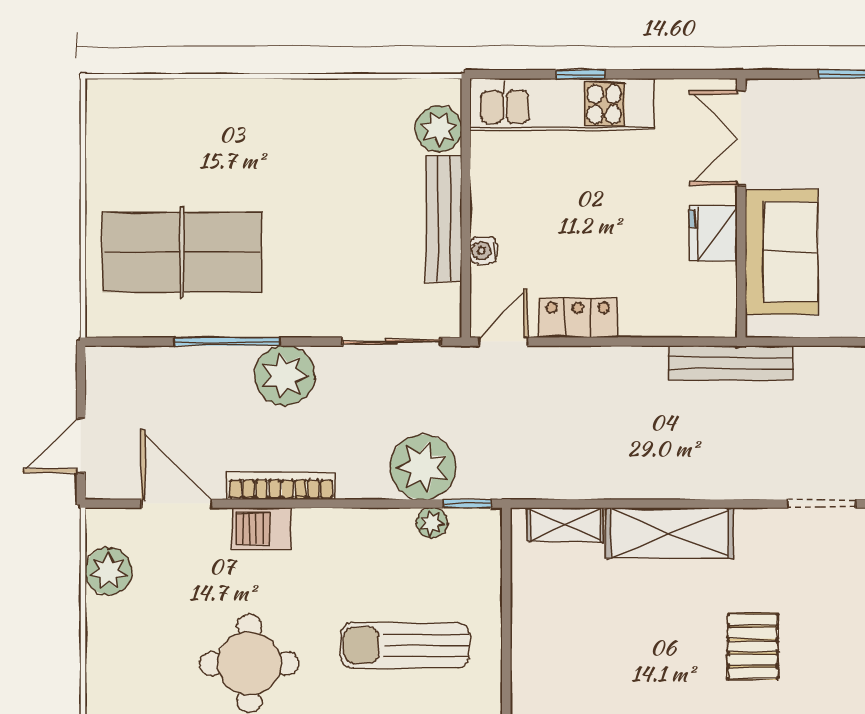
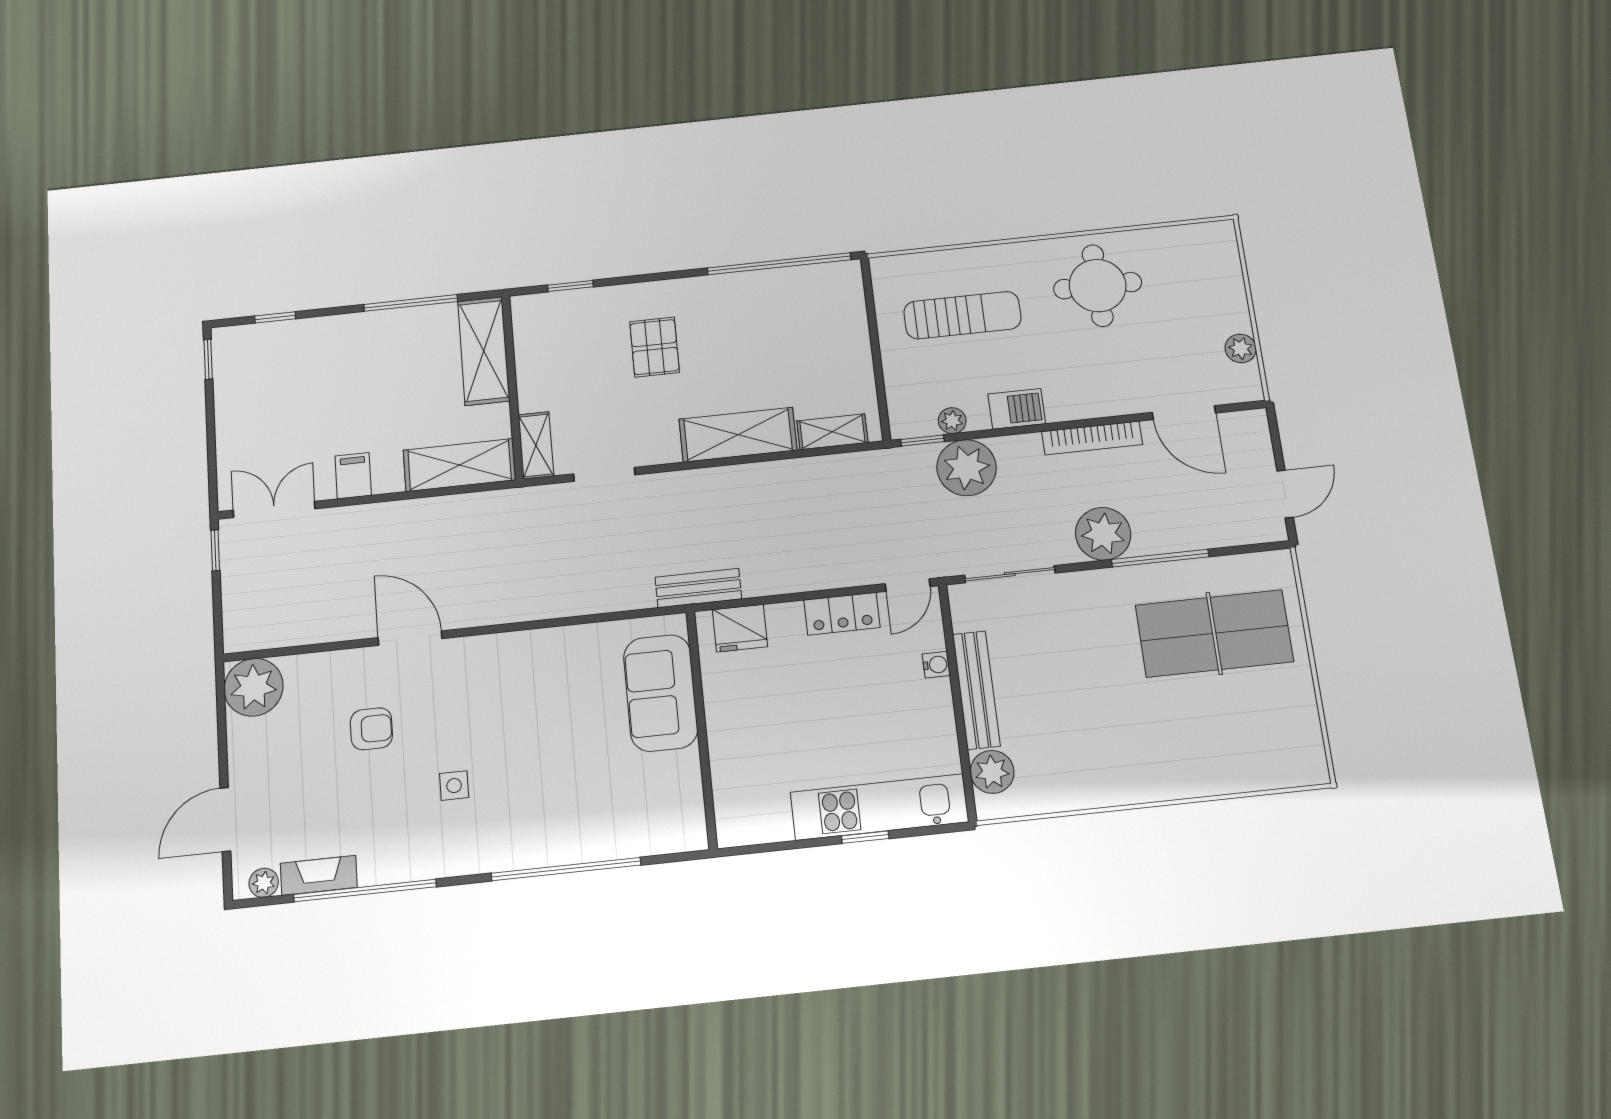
double door: (741, 138) -> (708, 794), removed
fridge: (713, 233) -> (740, 628), moved, turned 90
bench: (730, 363) -> (698, 588), width x0.73
door: (81, 446) -> (1285, 494), moved
barbecue: (262, 529) -> (1017, 409), moved
plant: (109, 571) -> (1241, 348), width x0.73, depth x0.73

